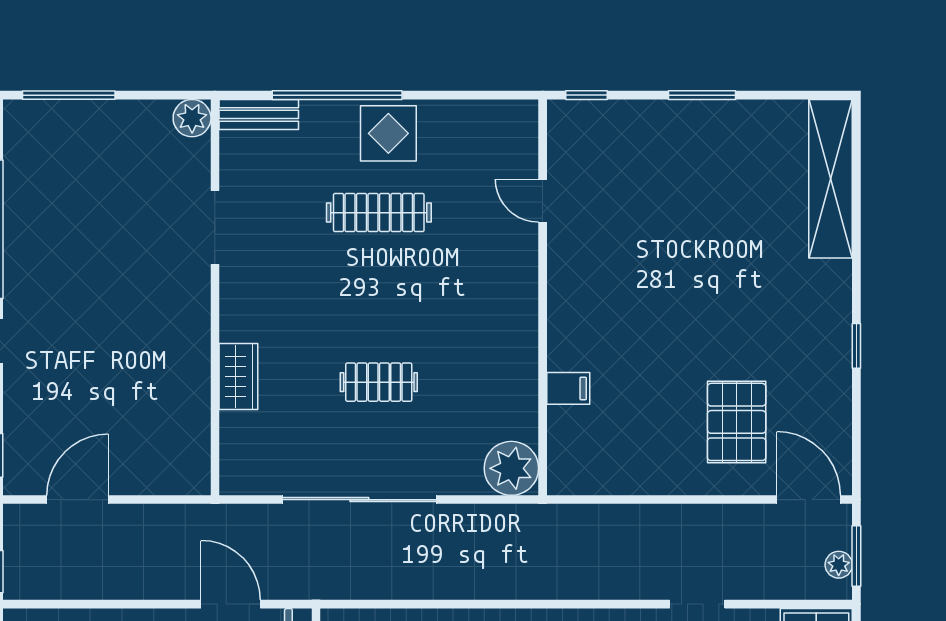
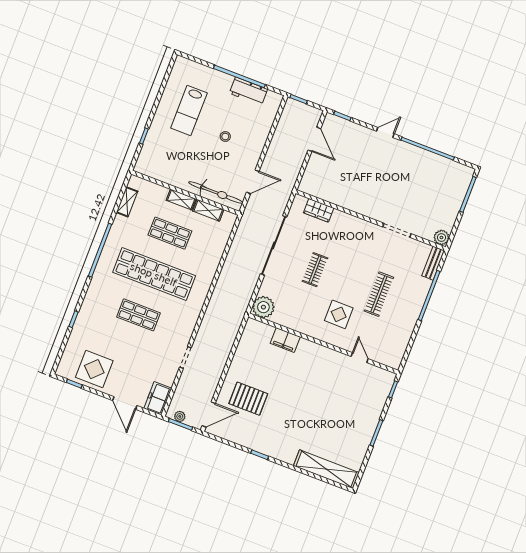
display table: (388, 133) -> (339, 314), moved
door: (543, 201) -> (360, 358), hinge flipped
wardrobe: (238, 376) -> (319, 210), moved
filing cabinet: (568, 388) -> (285, 340), width x2.00

